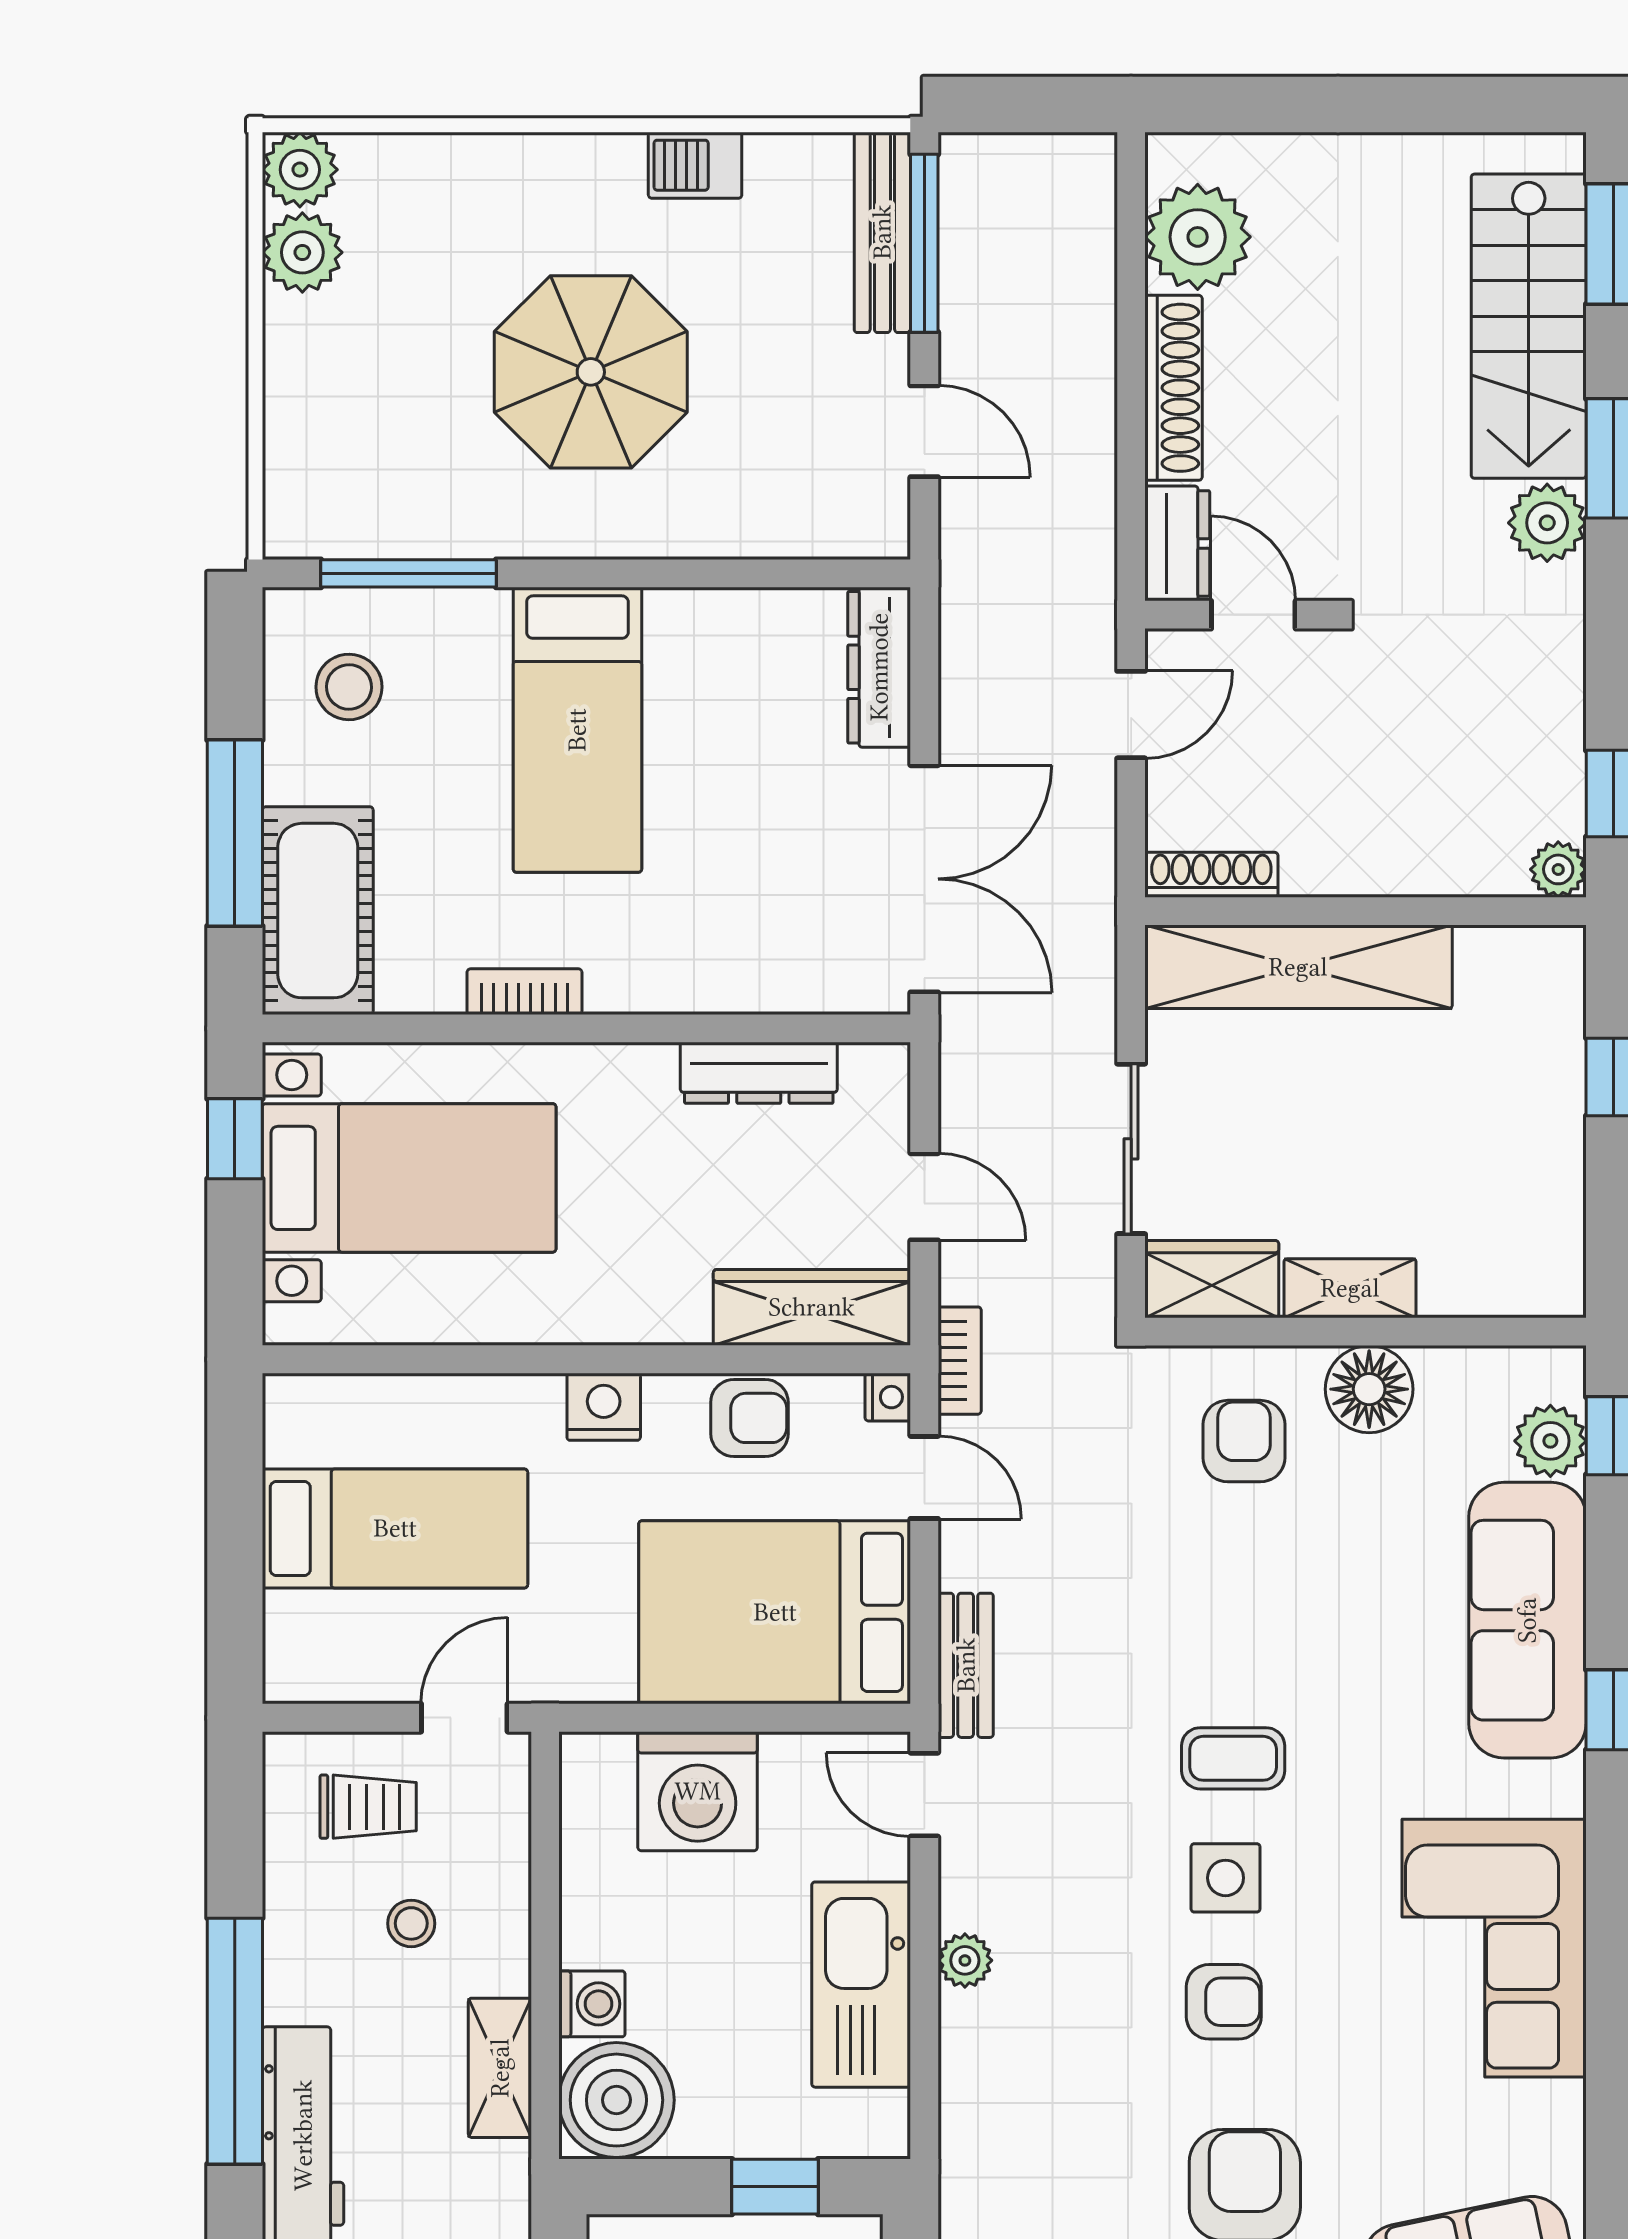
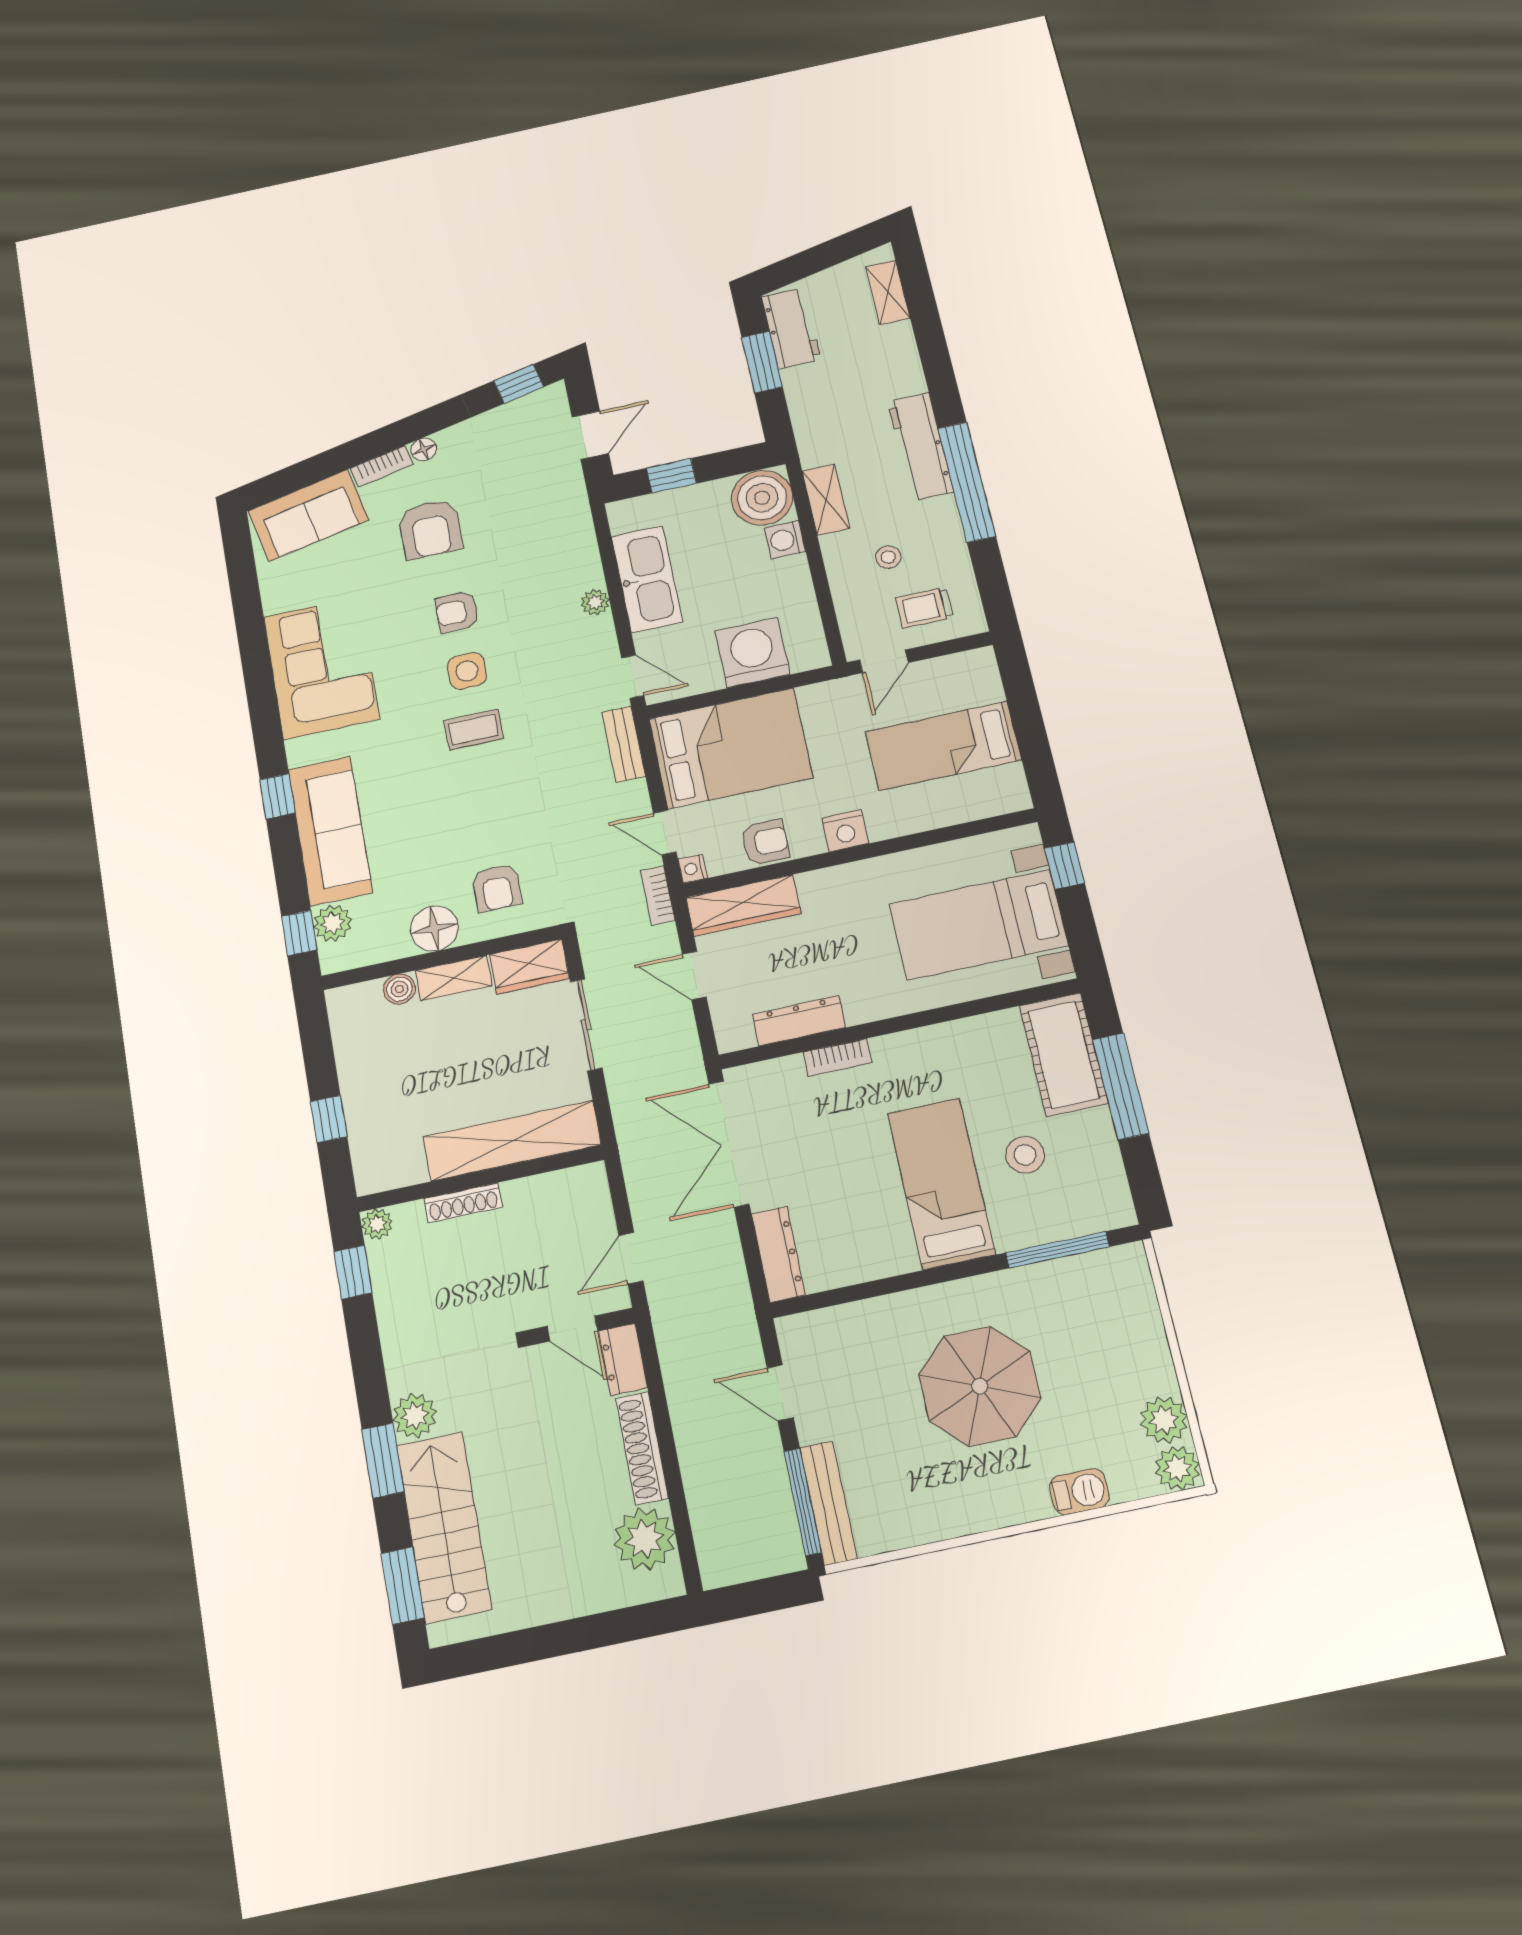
barbecue: (695, 165) -> (1079, 1492), moved
stool: (349, 687) -> (1025, 1155), moved
shoe rack: (1211, 875) -> (463, 1203), moved
bookcase: (524, 992) -> (837, 1057), moved
window: (235, 1139) -> (1064, 866), moved
boiler: (1450, 1289) -> (399, 989), added
armchair: (749, 1418) -> (765, 842), turned 180

